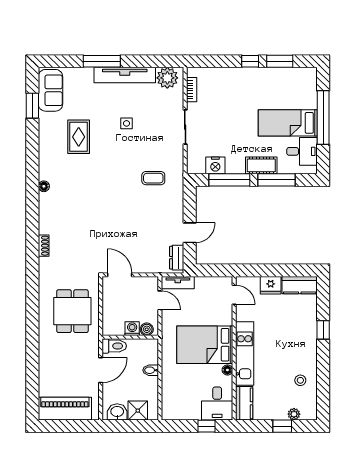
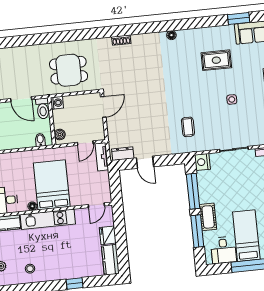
nightstand: (215, 165) -> (202, 162), moved
washing machine: (132, 329) -> (57, 103), moved
bidet: (151, 370) -> (40, 140), moved

